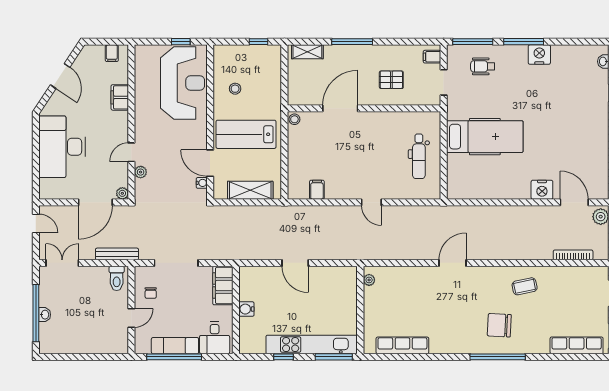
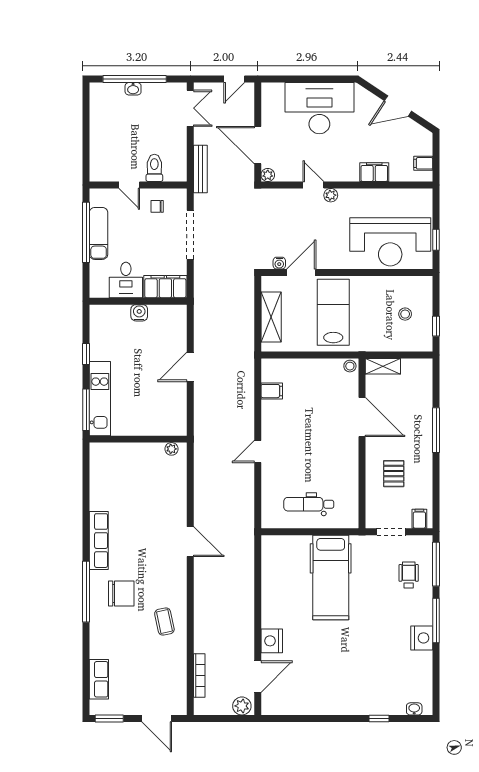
shelving: (307, 52) -> (383, 366), moved, turned 90
stool: (235, 89) -> (405, 314), moved
plant: (141, 172) -> (331, 195), moved
toilet: (117, 278) -> (154, 168), moved, turned 90
chair: (499, 325) -> (121, 594), turned 87
desk: (215, 338) -> (126, 280), moved, turned -90
kitchen unit: (312, 345) -> (100, 399), width x0.73
row of seats: (402, 345) -> (99, 541), moved
row of seats: (577, 345) -> (99, 679), width x0.68

